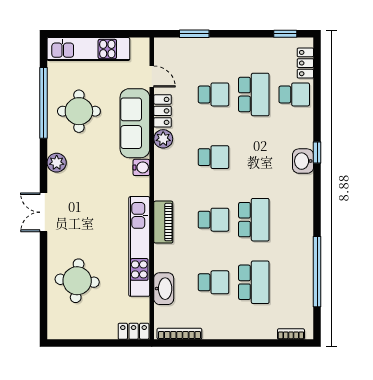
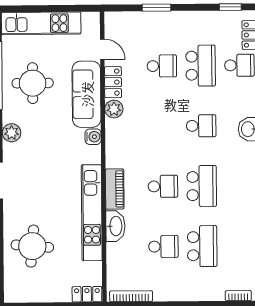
window: (194, 34) -> (157, 8), moved
school desk: (213, 157) -> (201, 126), moved
washbasin: (164, 289) -> (115, 226), moved

